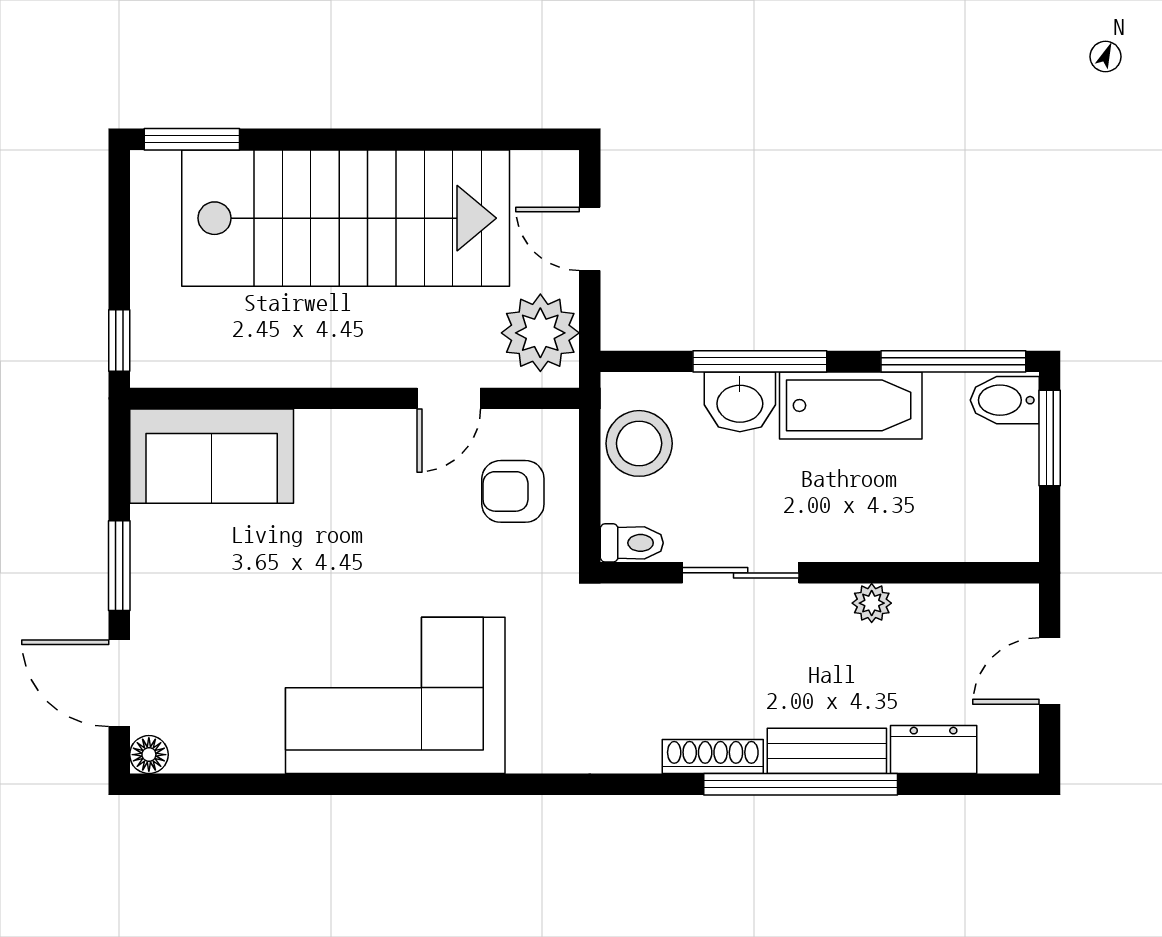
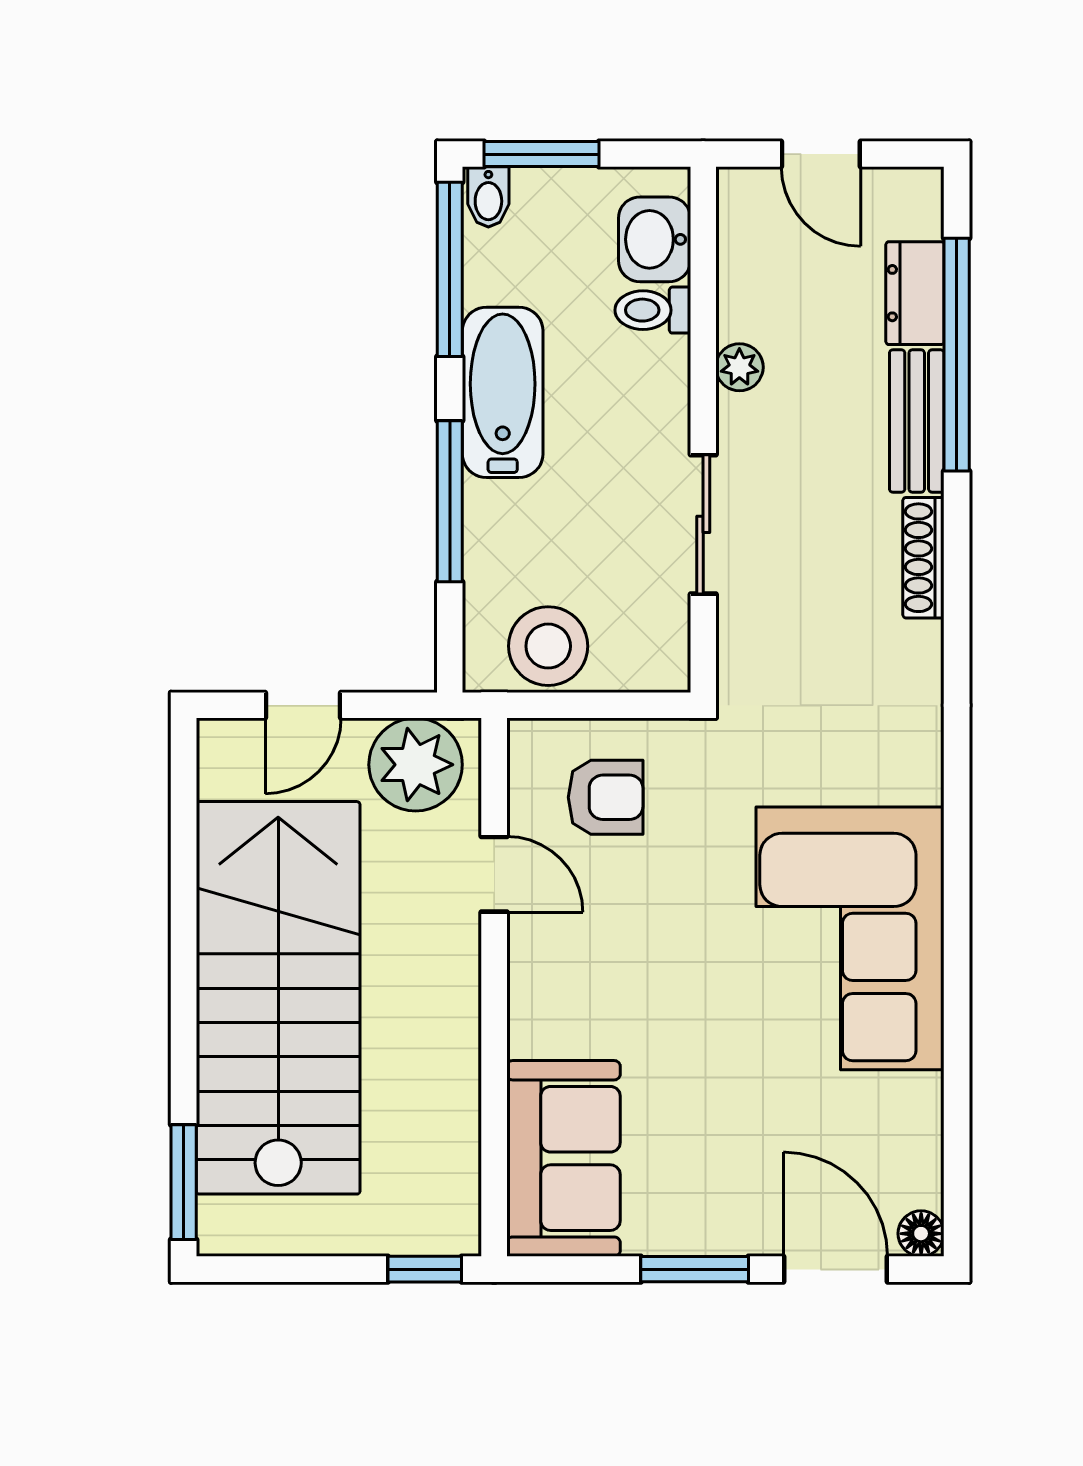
bidet: (1005, 400) -> (488, 197), width x0.72, depth x0.74
washbasin: (740, 402) -> (655, 239), moved, turned 180
armchair: (513, 491) -> (606, 797), turned -90
toilet: (632, 543) -> (653, 310), moved, turned -90
door: (119, 683) -> (836, 1269), swing flipped
window: (801, 784) -> (957, 355), moved

